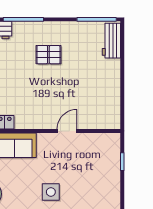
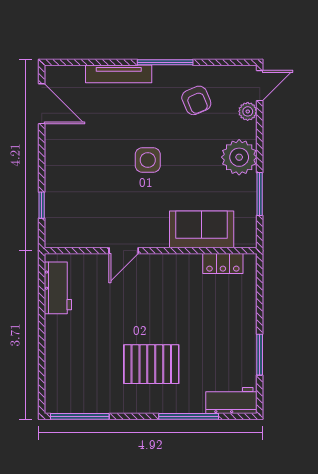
workbench: (111, 41) -> (58, 288), moved
pallet: (48, 55) -> (151, 364), width x1.50, depth x1.42

